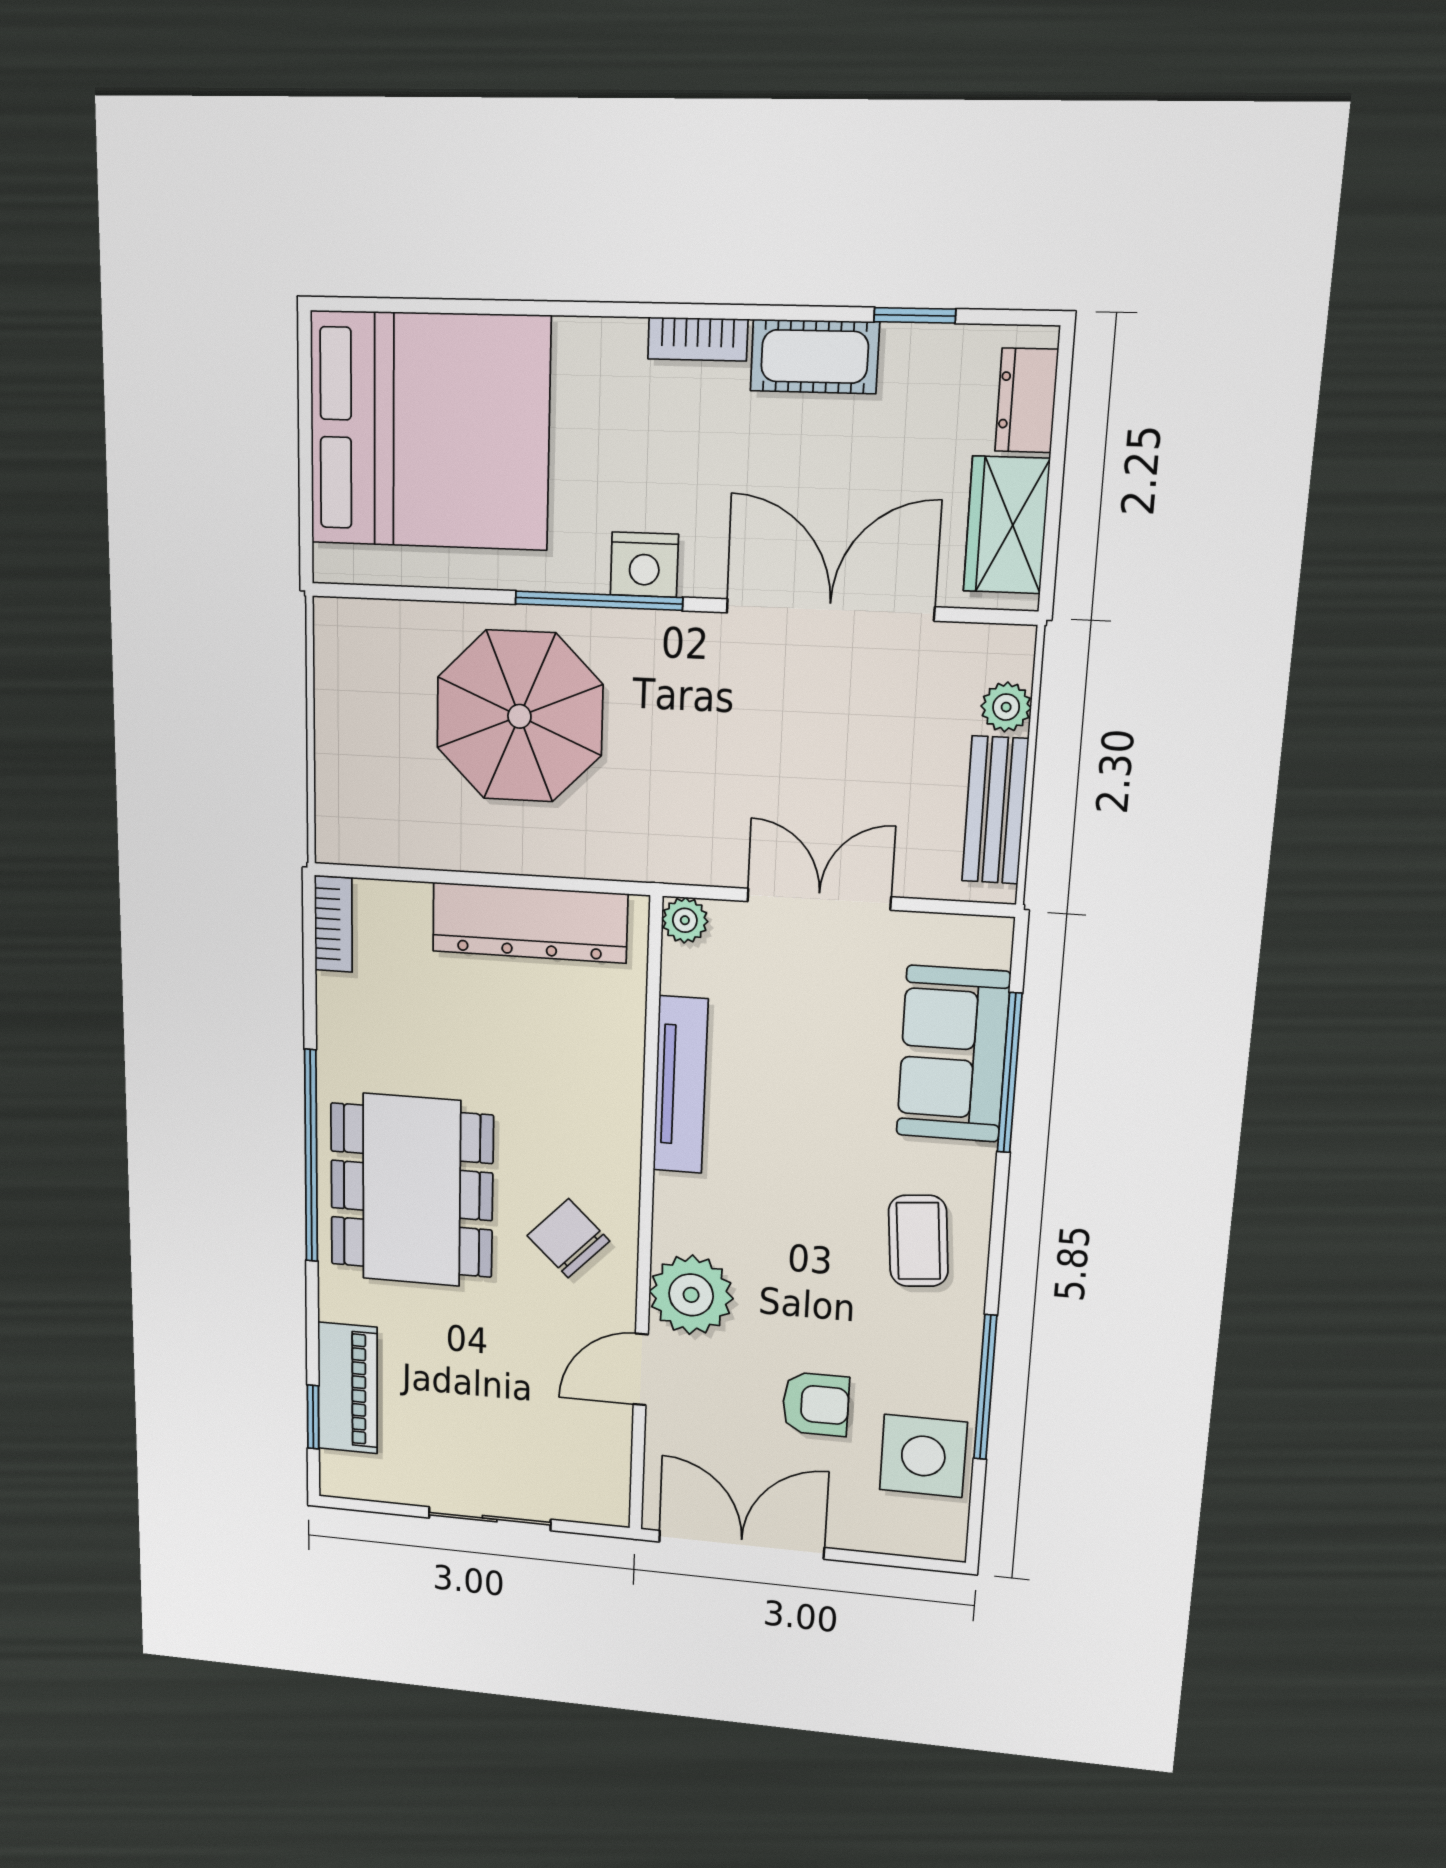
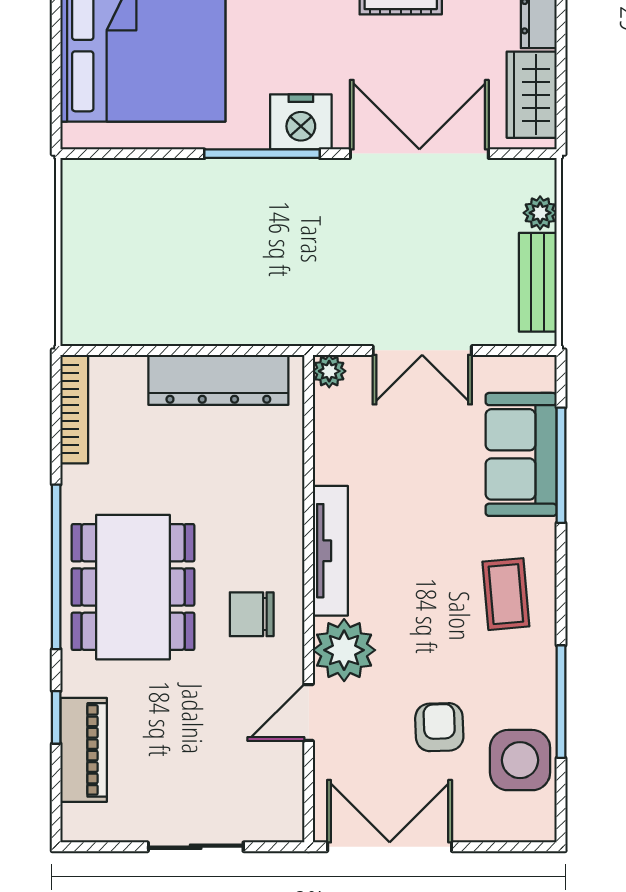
nightstand: (644, 565) -> (301, 122), width x1.36, depth x1.33
parasol: (519, 716) -> (208, 234), removed
double door: (819, 899) -> (422, 350), swing flipped
bookcase: (333, 924) -> (74, 409), width x1.56
tv unit: (680, 1085) -> (330, 551), moved
chair: (568, 1238) -> (252, 614), turned -44
armchair: (816, 1404) -> (439, 727), turned -92
window: (313, 1417) -> (56, 717), moved

